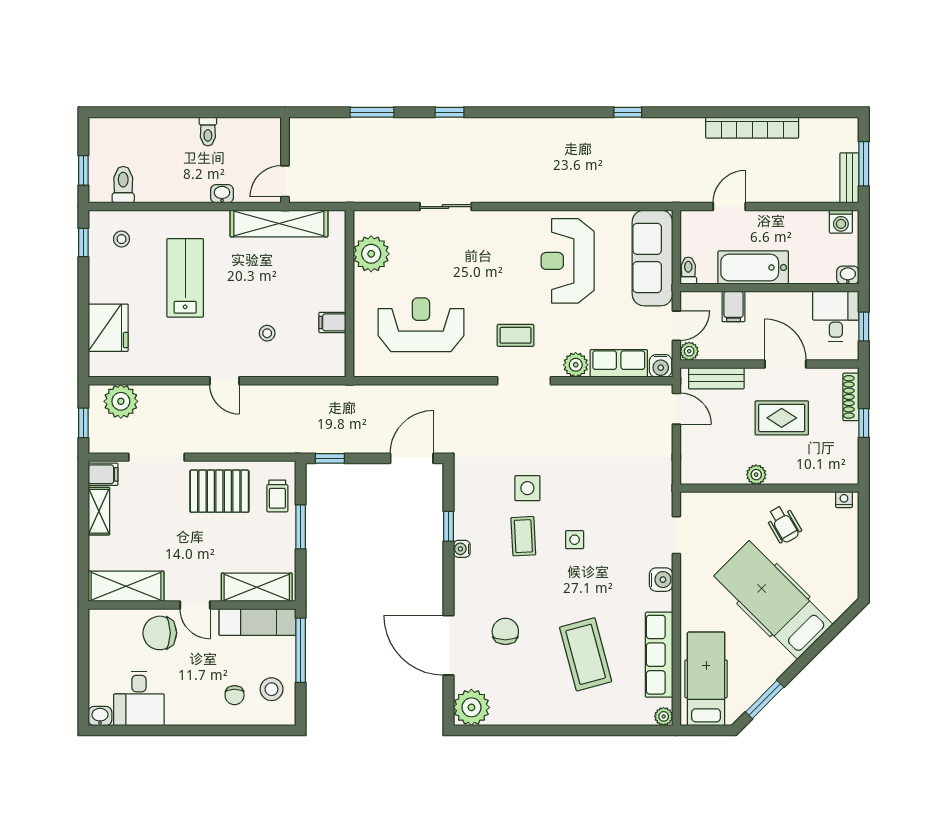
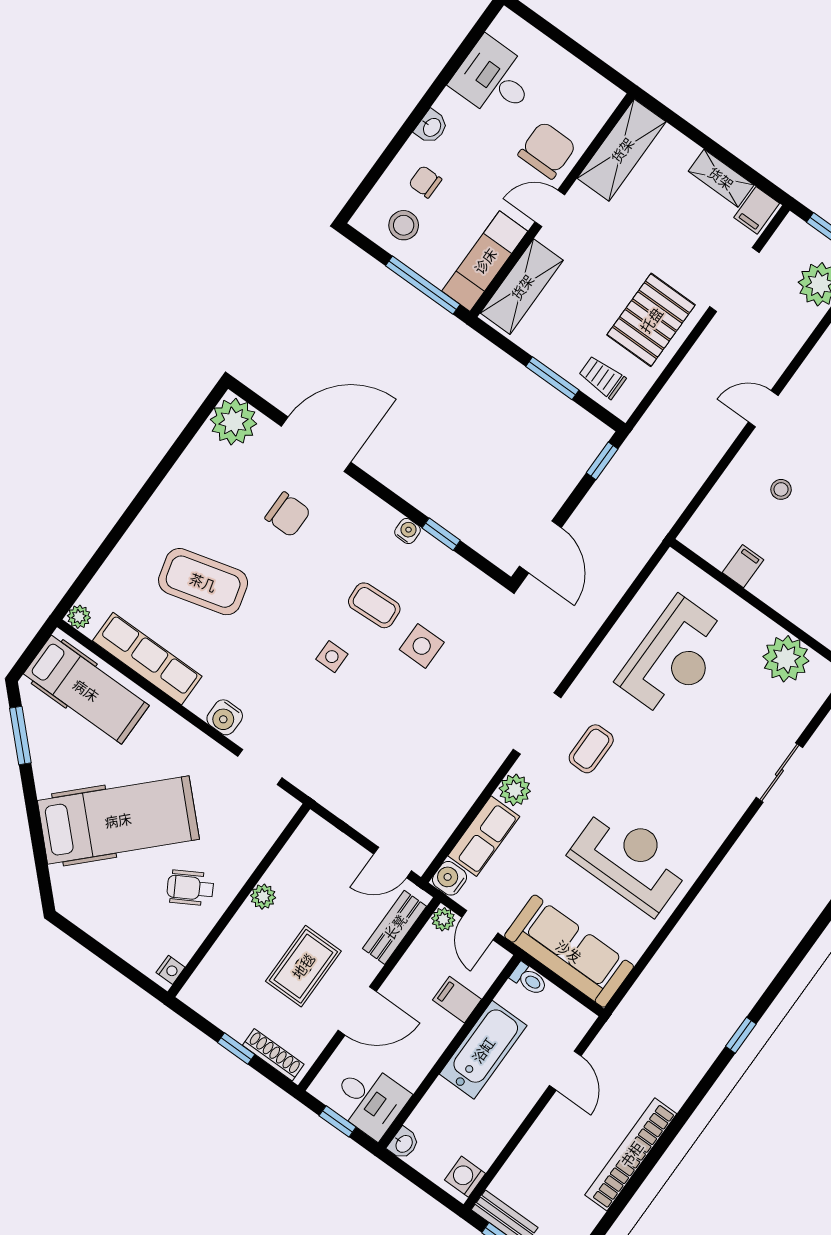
washbasin: (100, 716) -> (431, 127), moved

